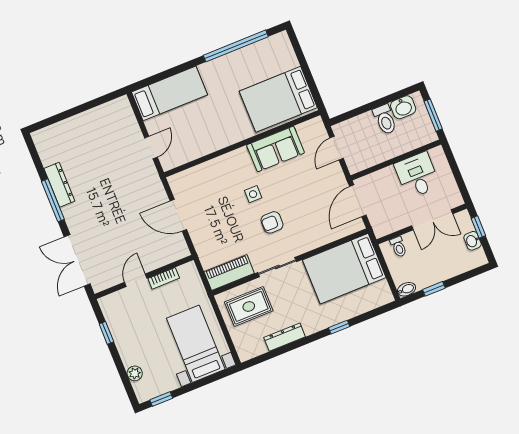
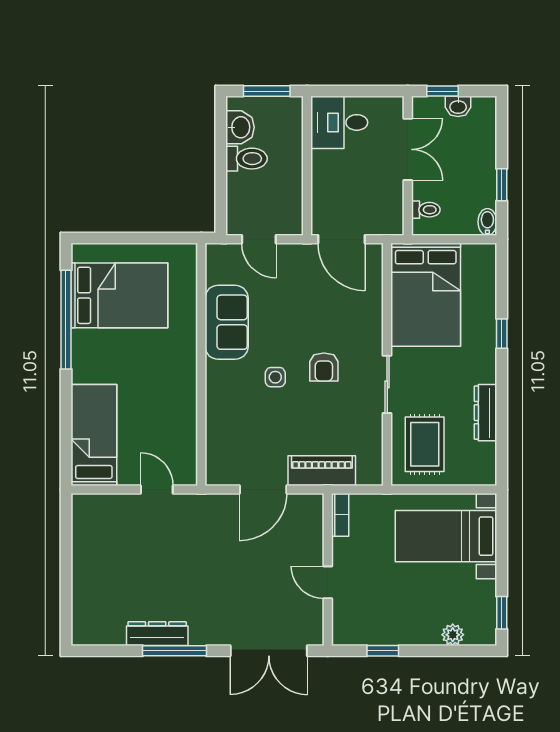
bed: (278, 99) -> (119, 295), moved, turned -90
desk: (417, 175) -> (339, 122), moved
piano: (229, 272) -> (322, 471), moved, turned 90
bookcase: (164, 278) -> (340, 515), moved

